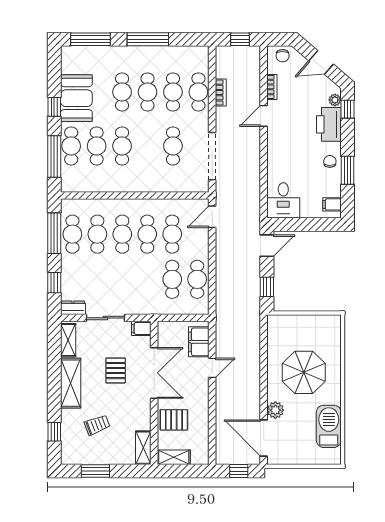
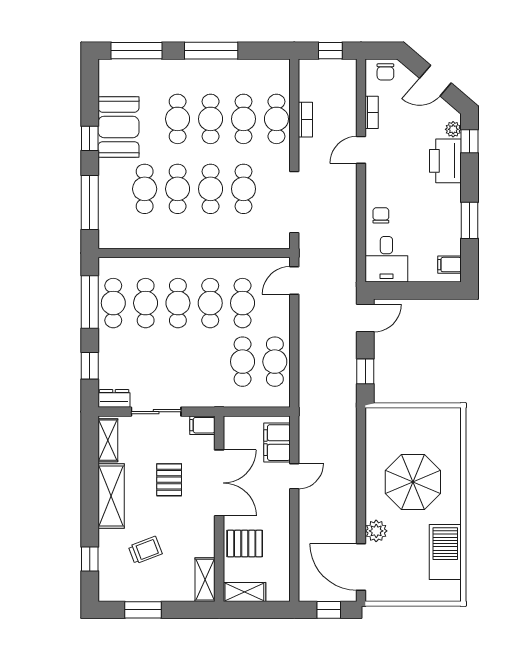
cafe table: (71, 146) -> (211, 189), moved
chair: (330, 161) -> (381, 215), moved

